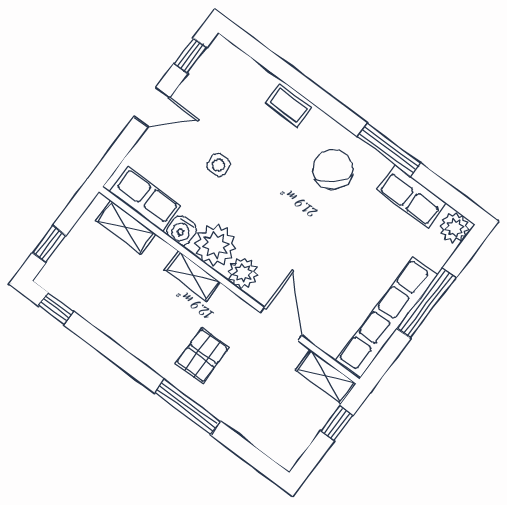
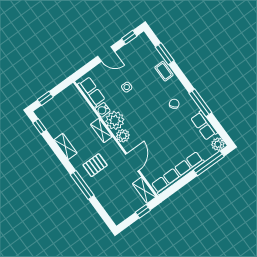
window: (278, 67) -> (165, 54), added
chair: (333, 169) -> (174, 104), width x0.54, depth x0.54
shelving: (126, 227) -> (65, 146), moved
window: (427, 303) -> (209, 163), moved

